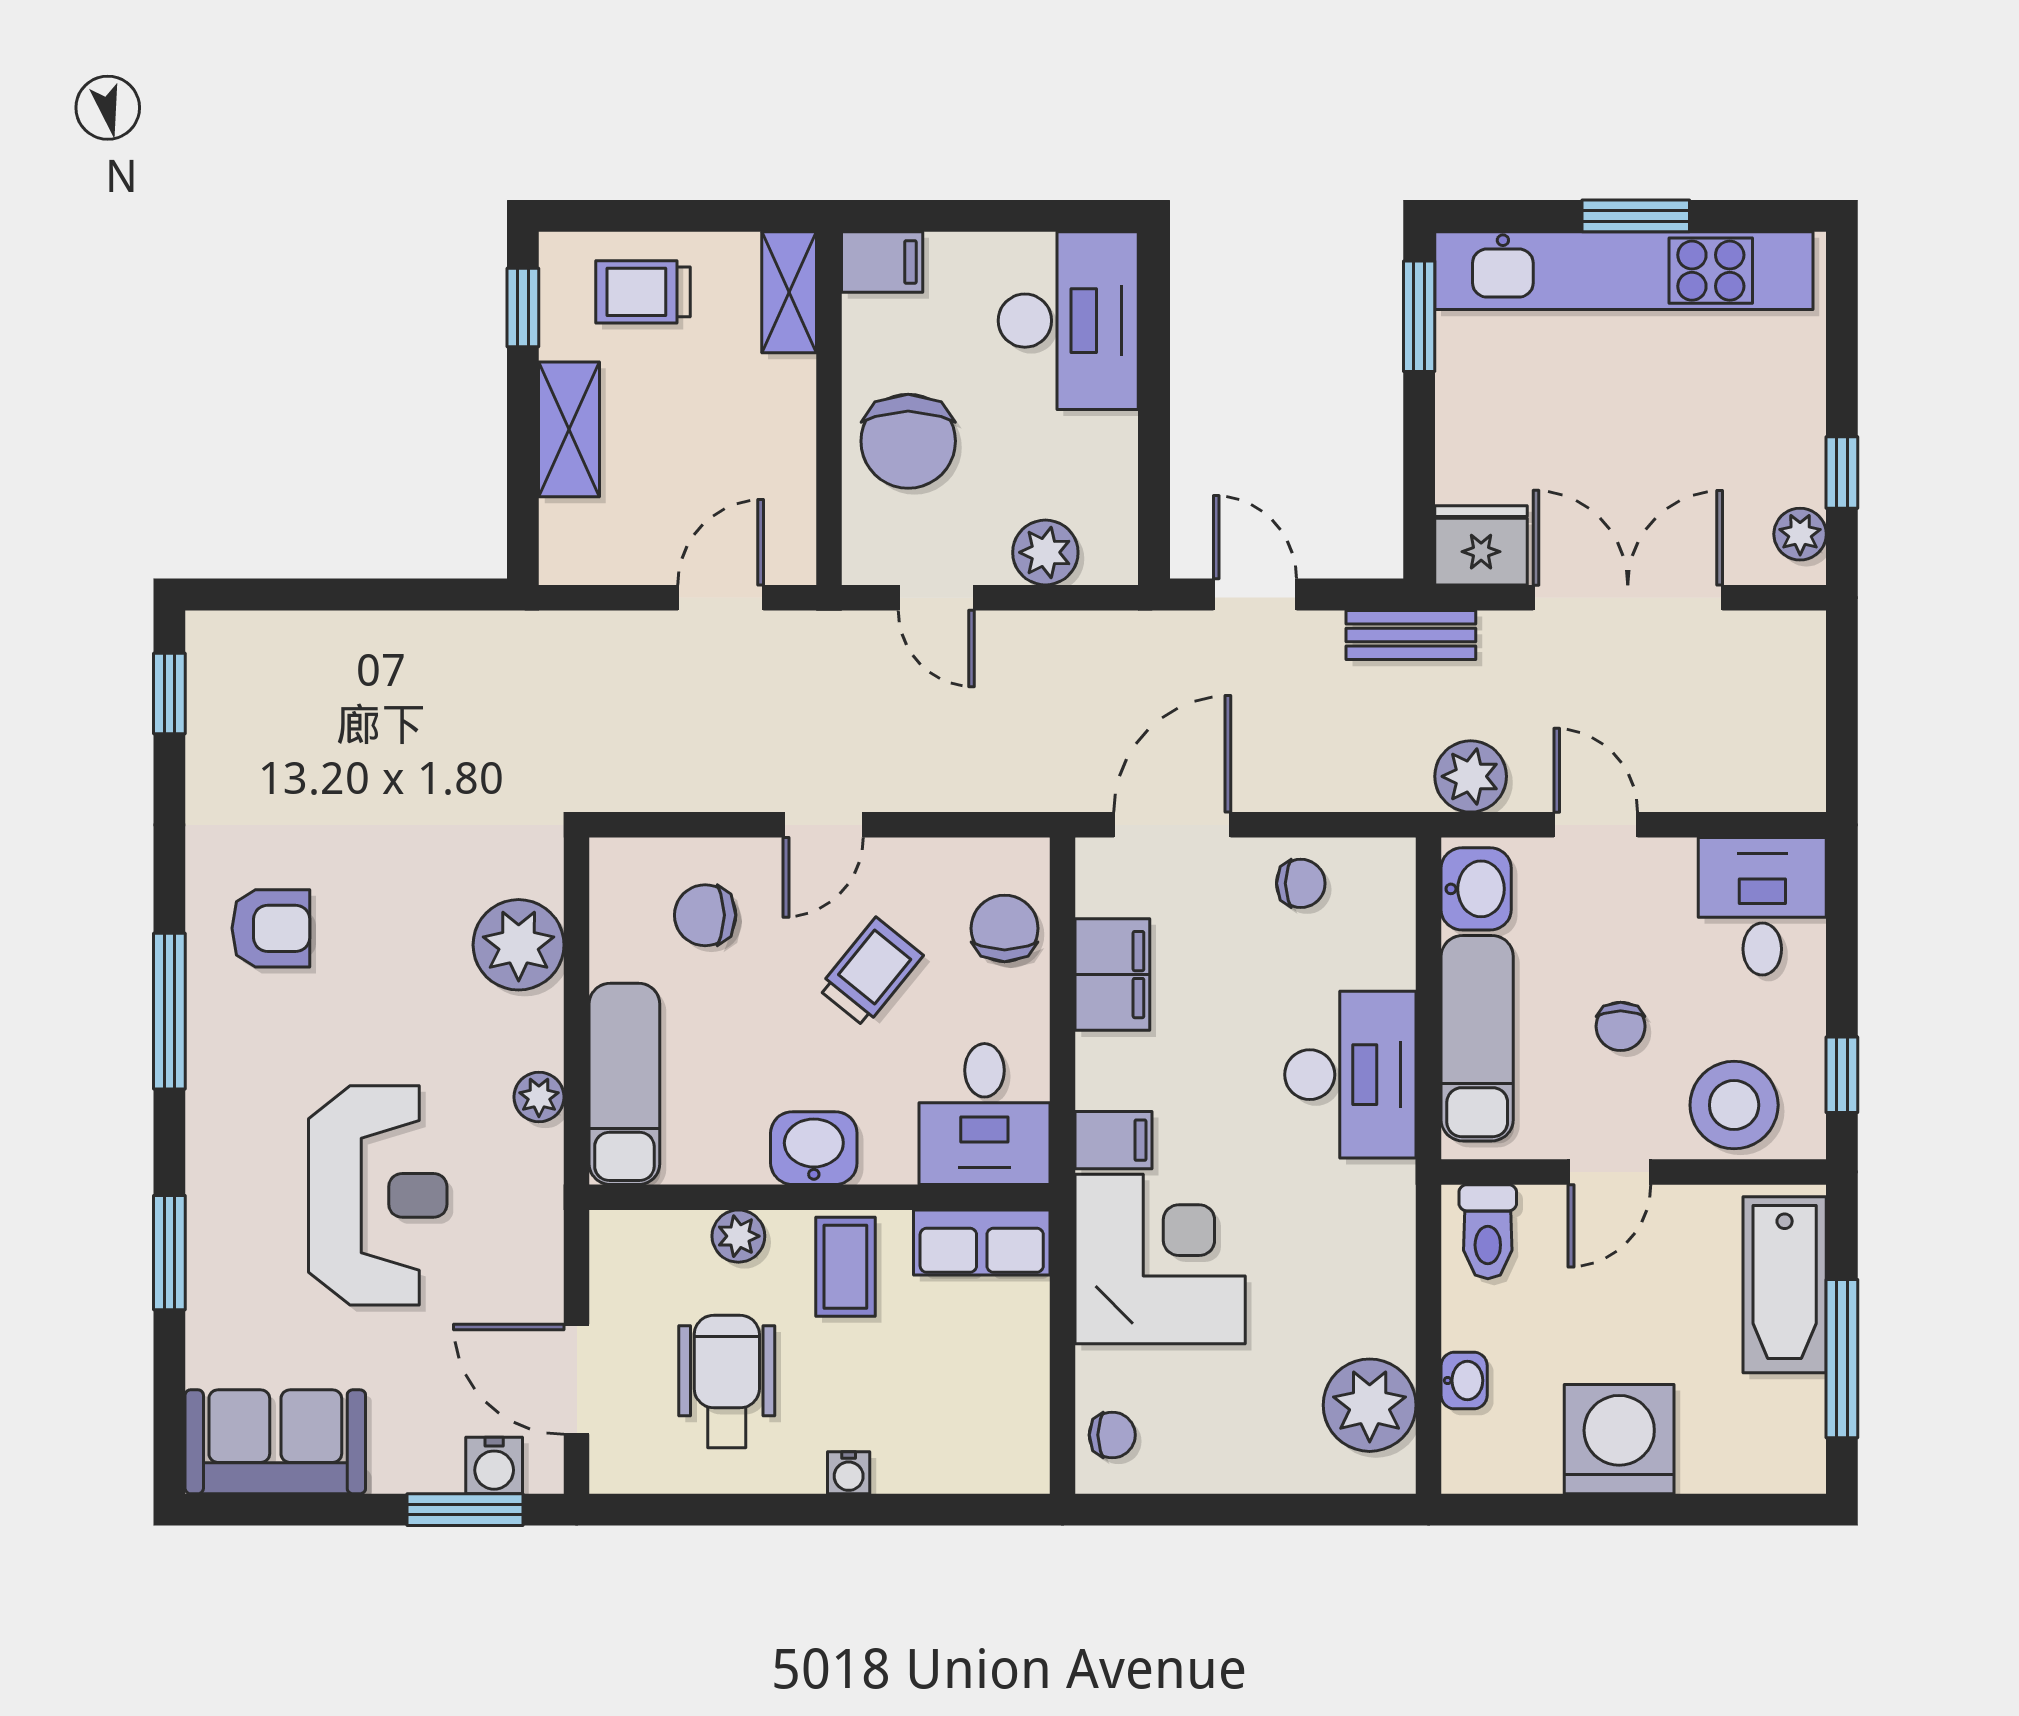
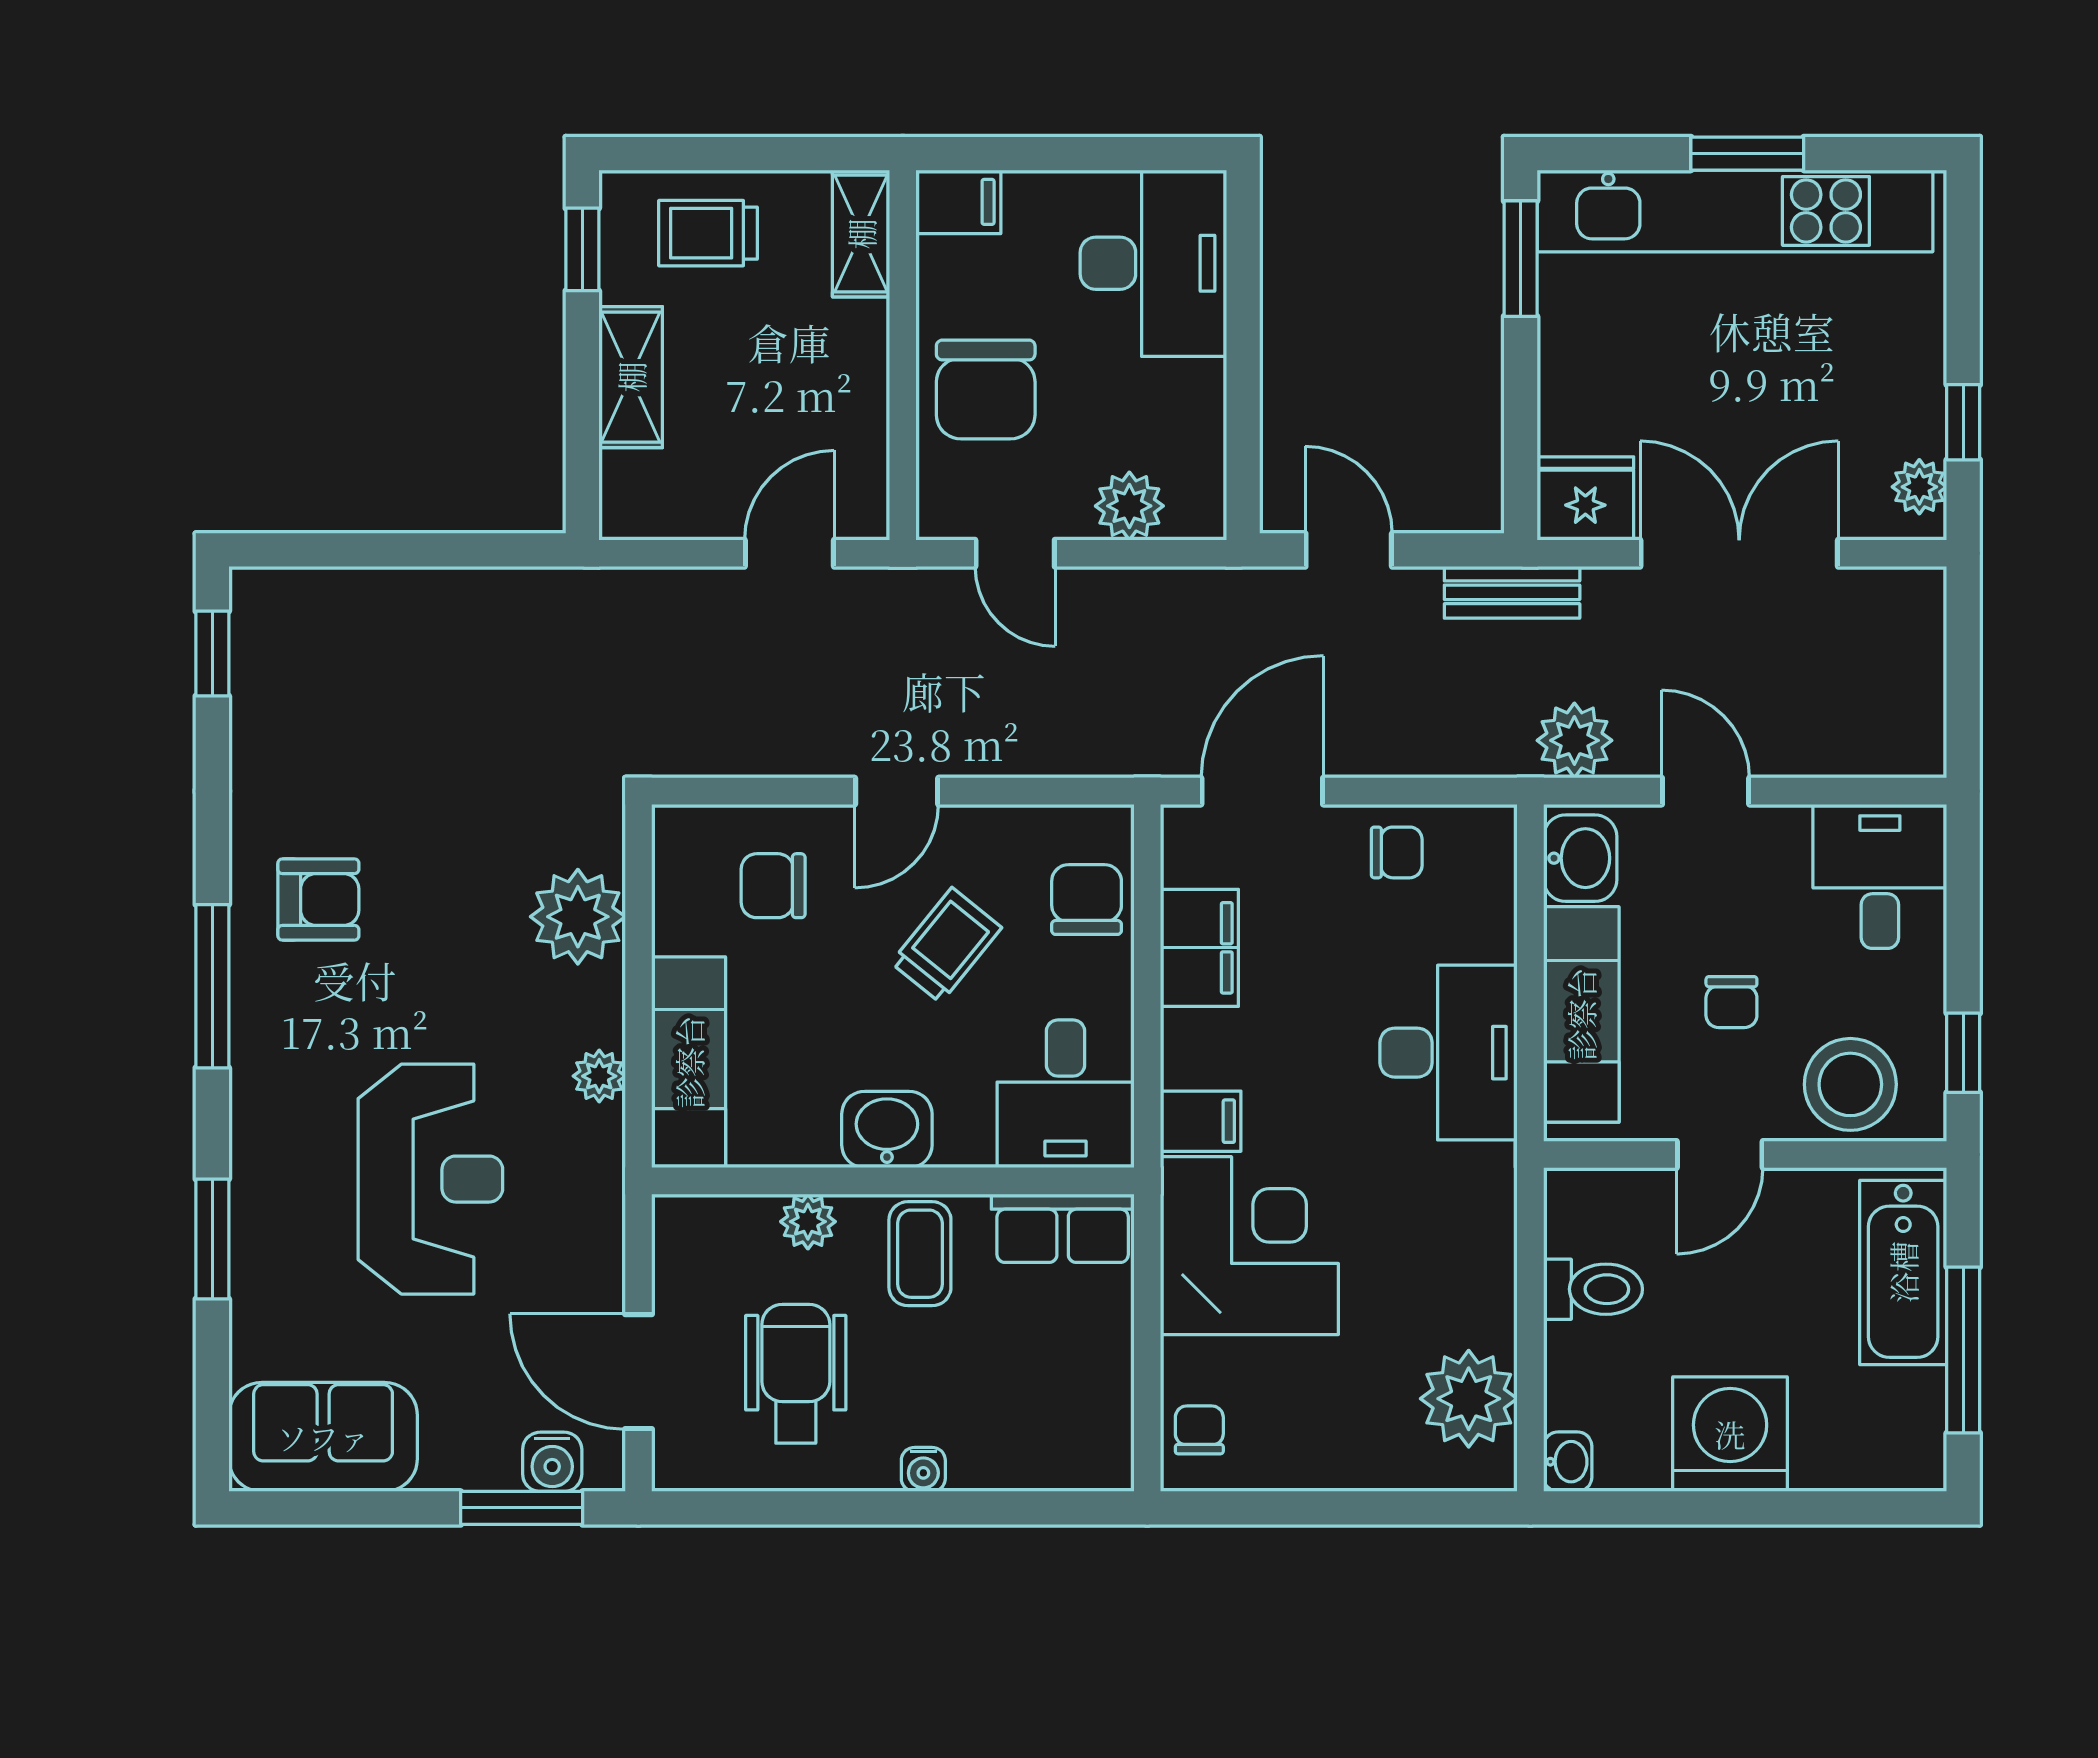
toilet: (1488, 1232) -> (1593, 1289), moved, turned -90
washbasin: (1464, 1380) -> (1568, 1462), moved
chair: (1112, 1435) -> (1199, 1430), turned -90

